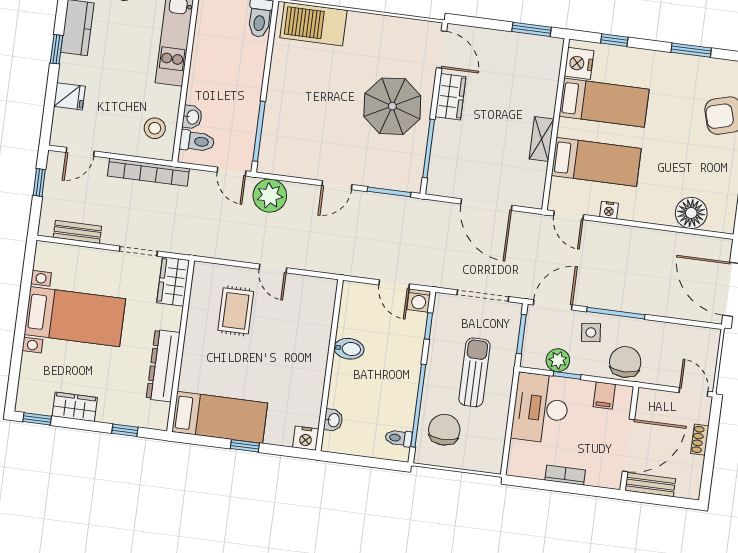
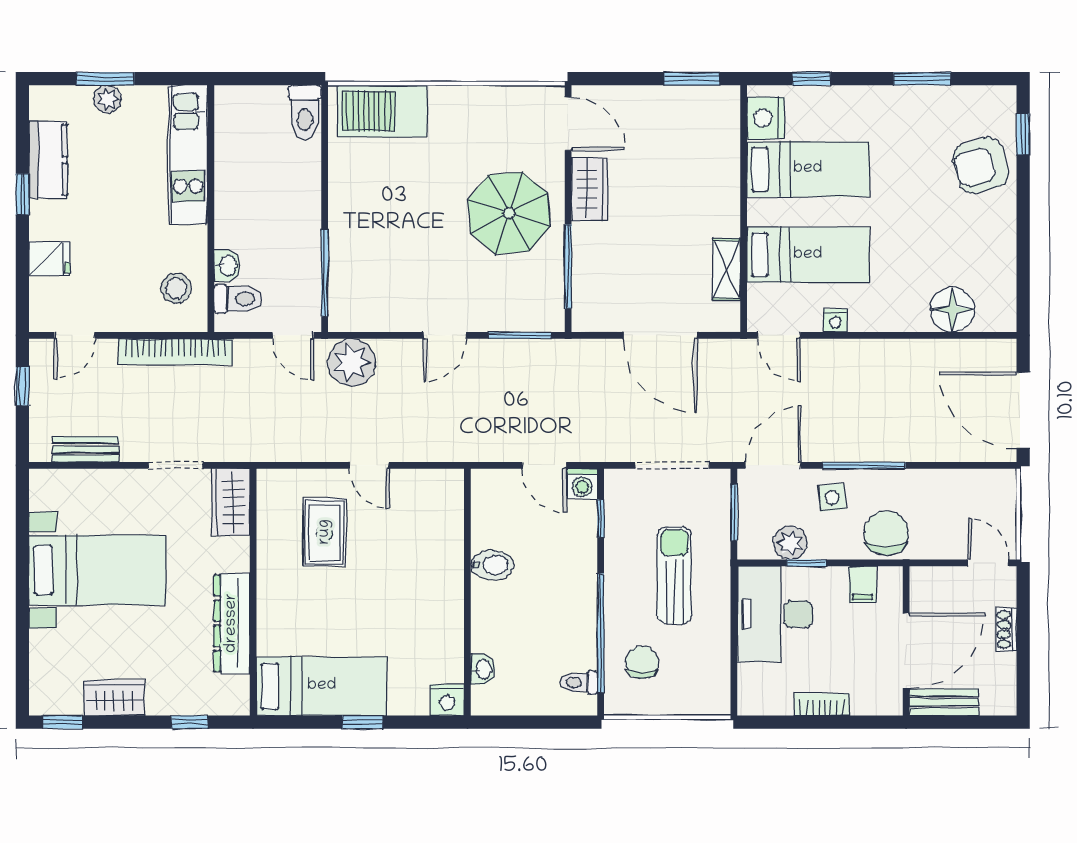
shelving: (542, 139) -> (727, 270), moved
chair: (444, 430) -> (642, 662), width x0.73, depth x0.73

